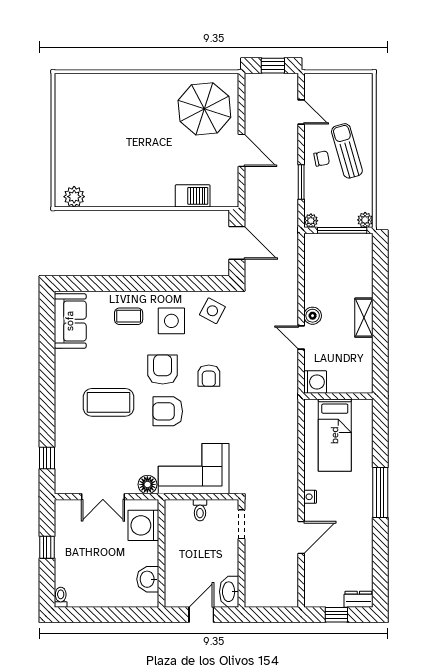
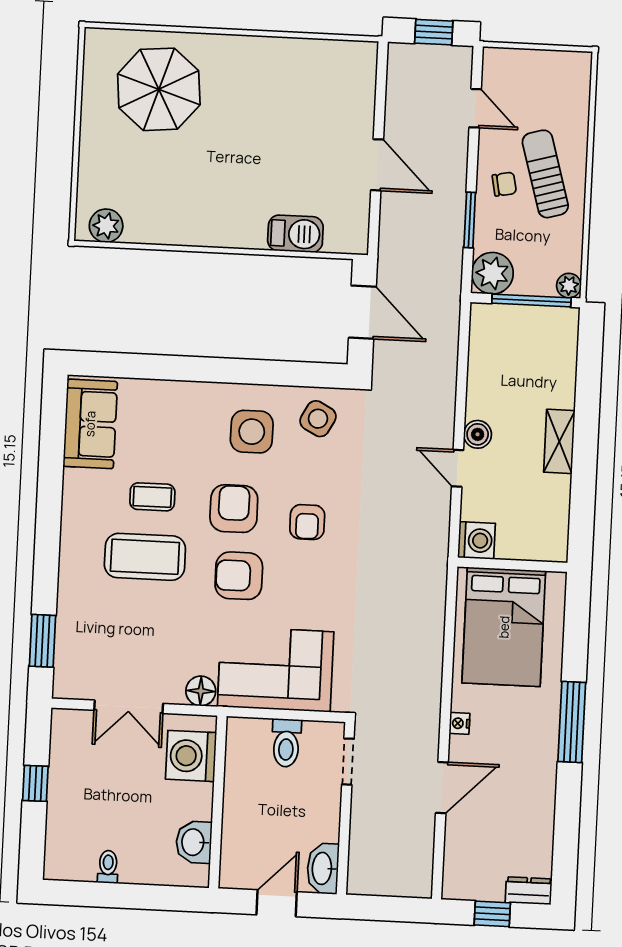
parasol: (204, 109) -> (159, 89), moved
plant: (311, 221) -> (492, 273), width x1.87, depth x1.87
coffee table: (129, 316) -> (152, 497), moved
bed: (335, 435) -> (504, 627), width x1.50
window: (47, 458) -> (42, 641), width x1.50
toilet: (200, 510) -> (286, 743), width x1.37, depth x1.39
toilet: (61, 597) -> (108, 867), moved

